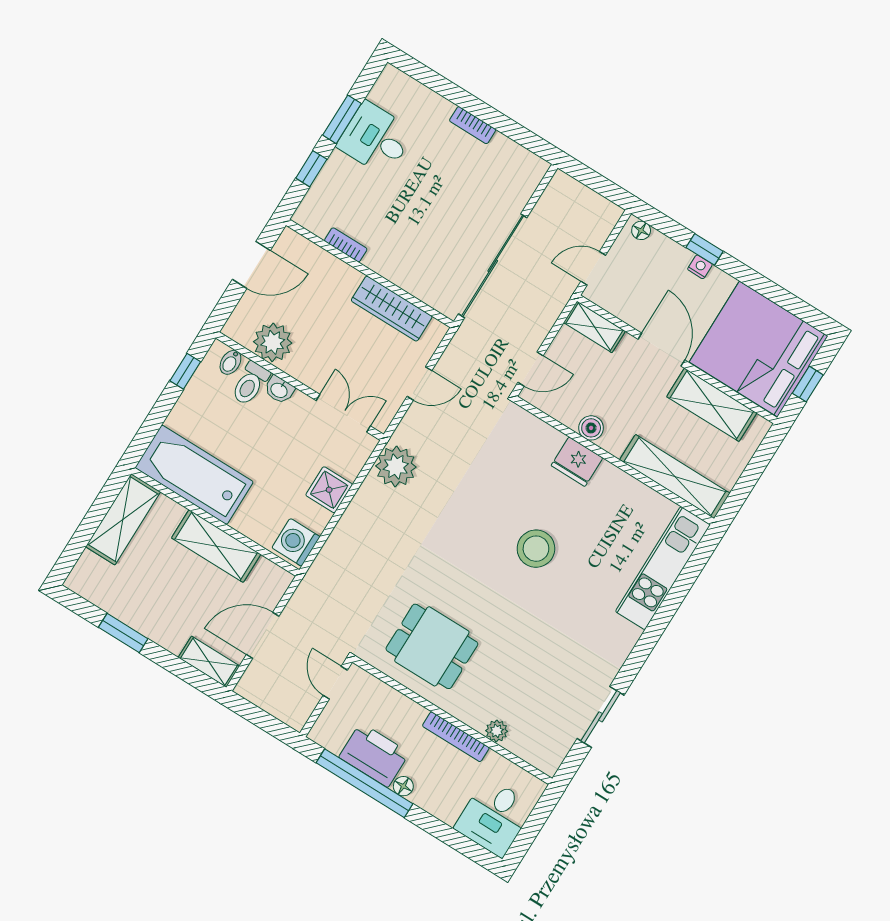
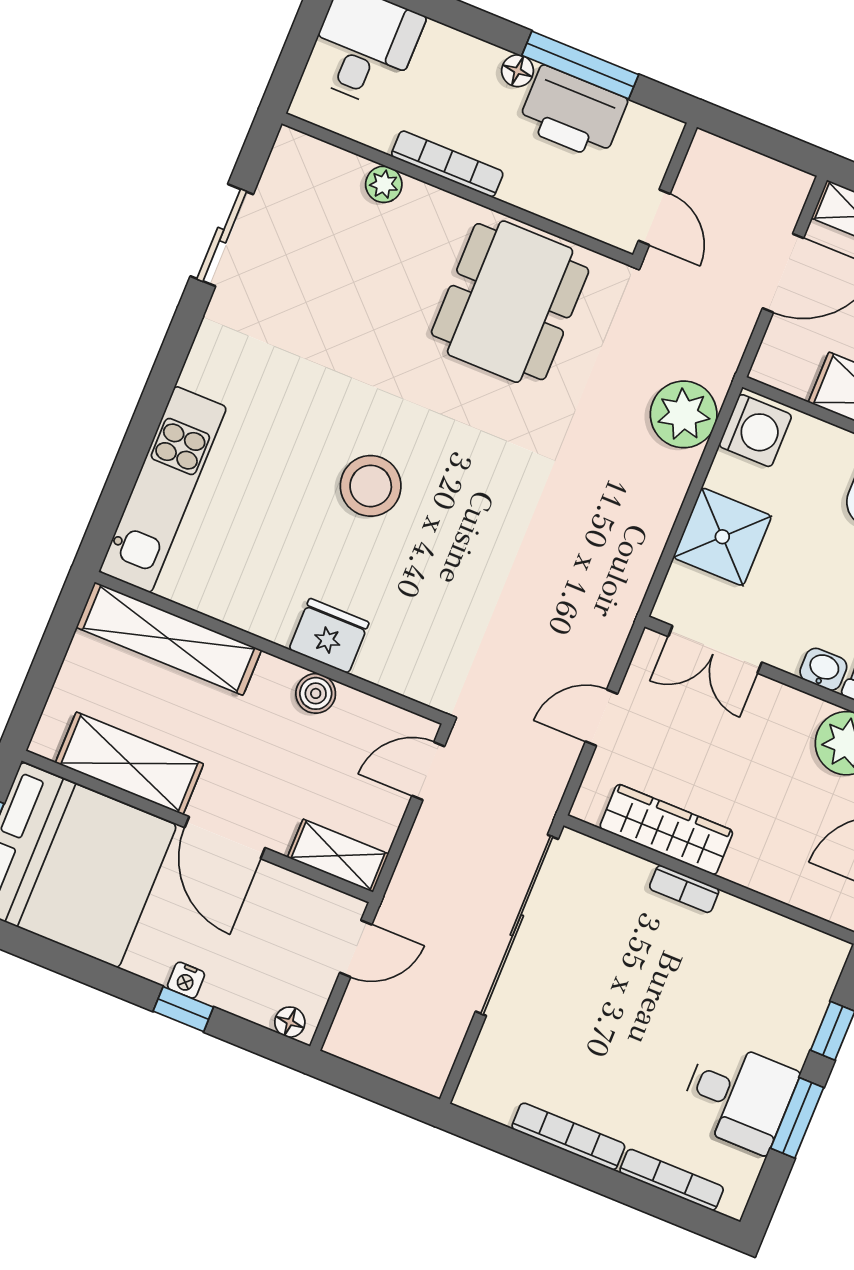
bookcase: (425, 95) -> (672, 1180), added
bookcase: (473, 125) -> (568, 1136), width x1.56
bookcase: (346, 245) -> (684, 889), moved
plant: (396, 467) -> (684, 414), moved
shower: (329, 490) -> (722, 537), width x1.36, depth x1.36
dining table: (432, 646) -> (510, 302), width x1.38
window: (364, 783) -> (580, 65), width x0.68

